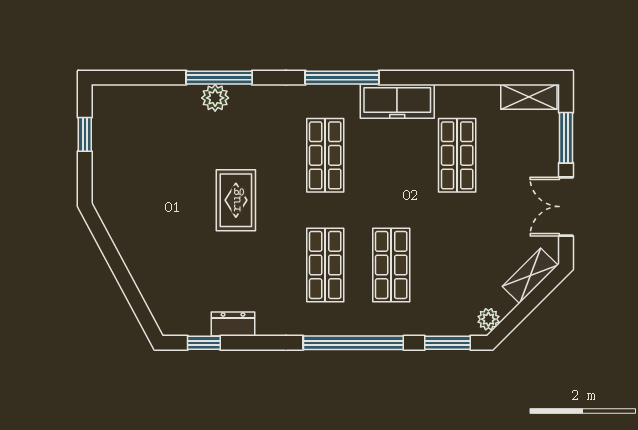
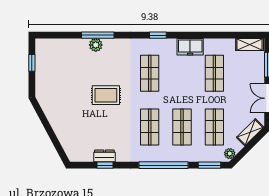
window: (342, 78) -> (158, 35), width x0.46
freezer: (397, 101) -> (190, 47), width x0.71
rug: (236, 200) -> (106, 95), turned 90
shop shelf: (457, 265) -> (214, 127), added
window: (204, 343) -> (105, 165), moved

